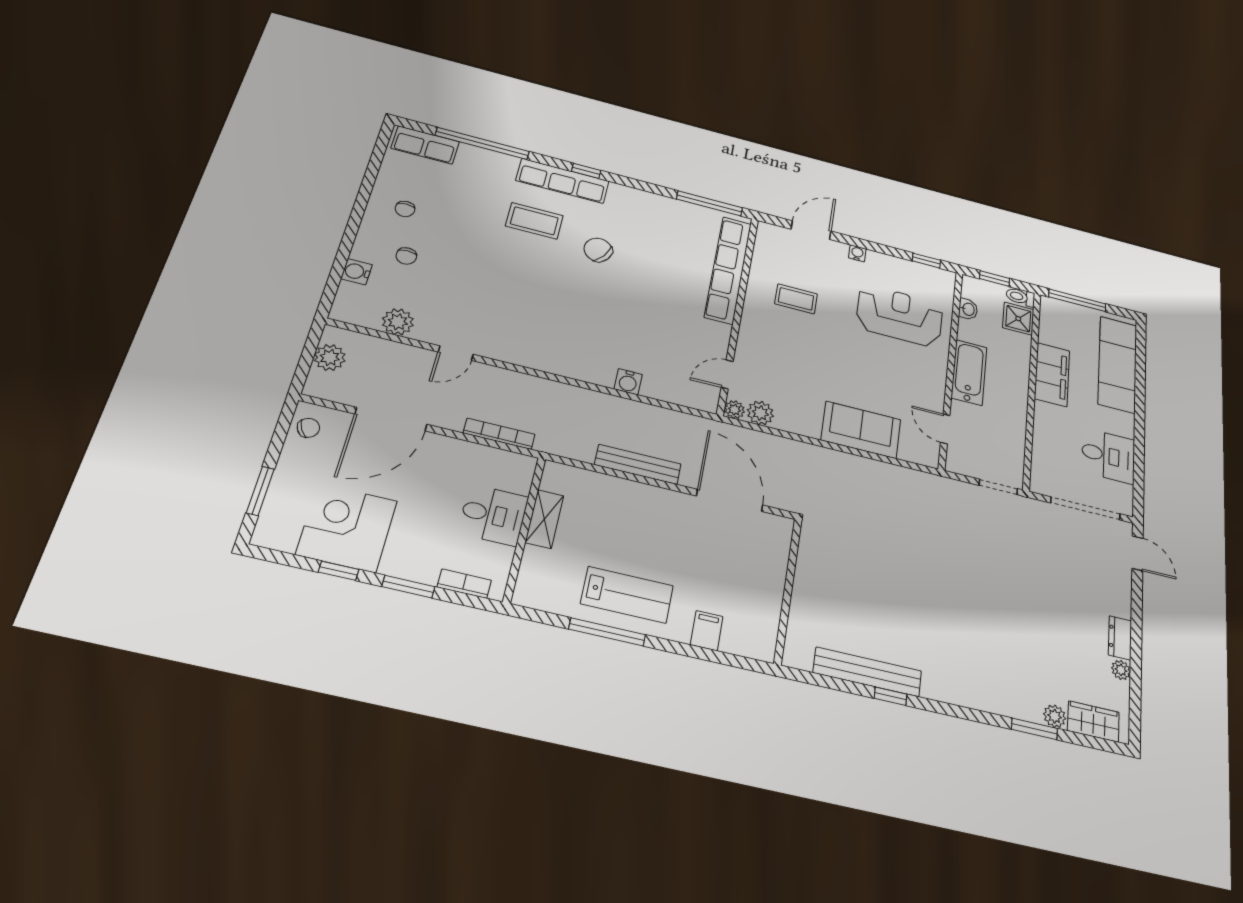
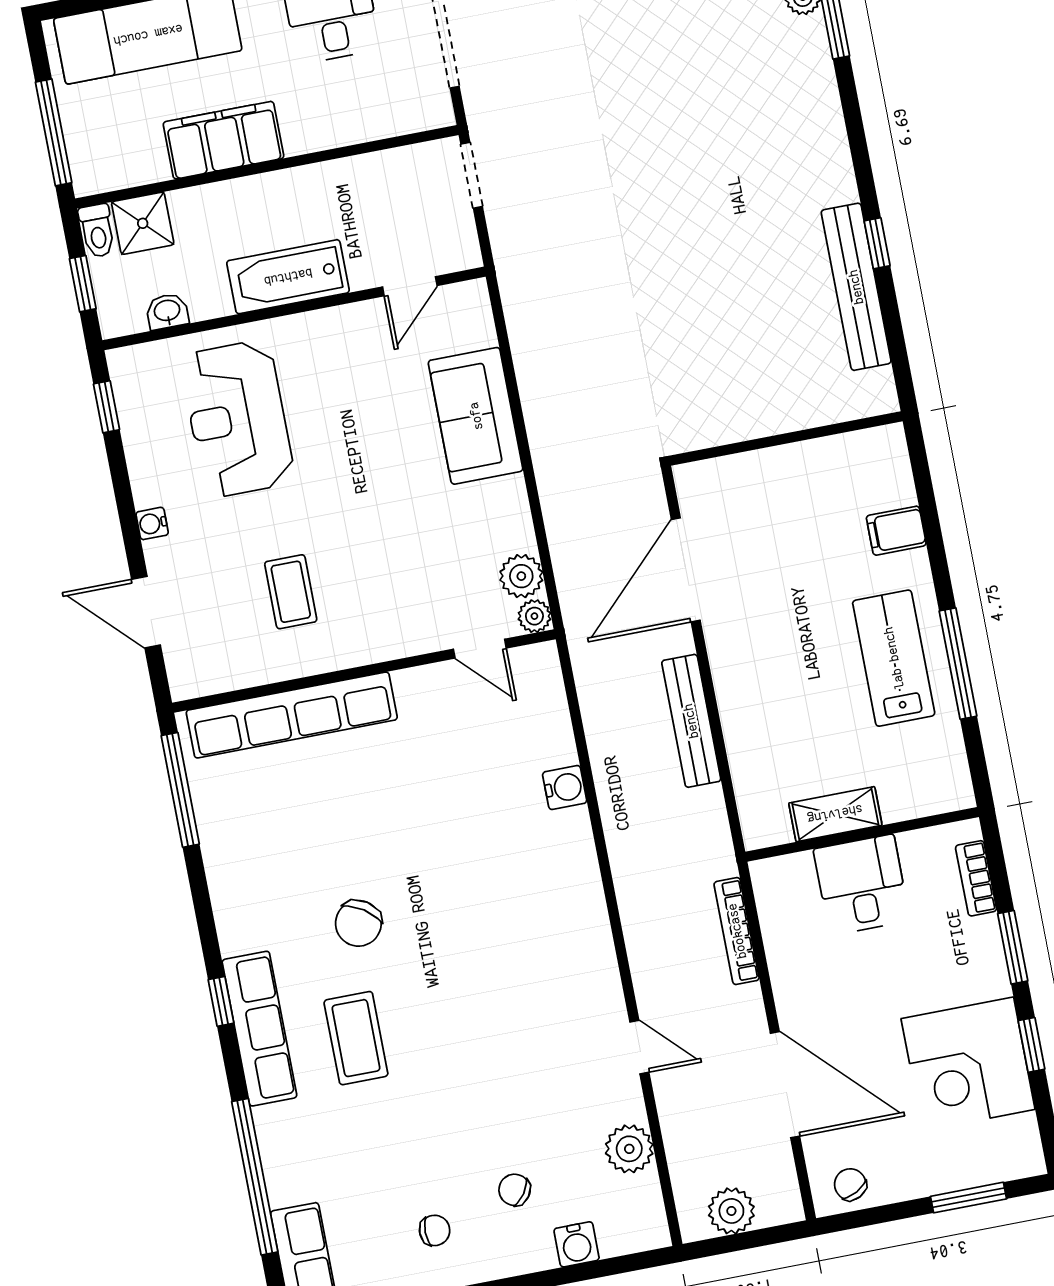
chair: (406, 256) -> (515, 1190), turned -145

